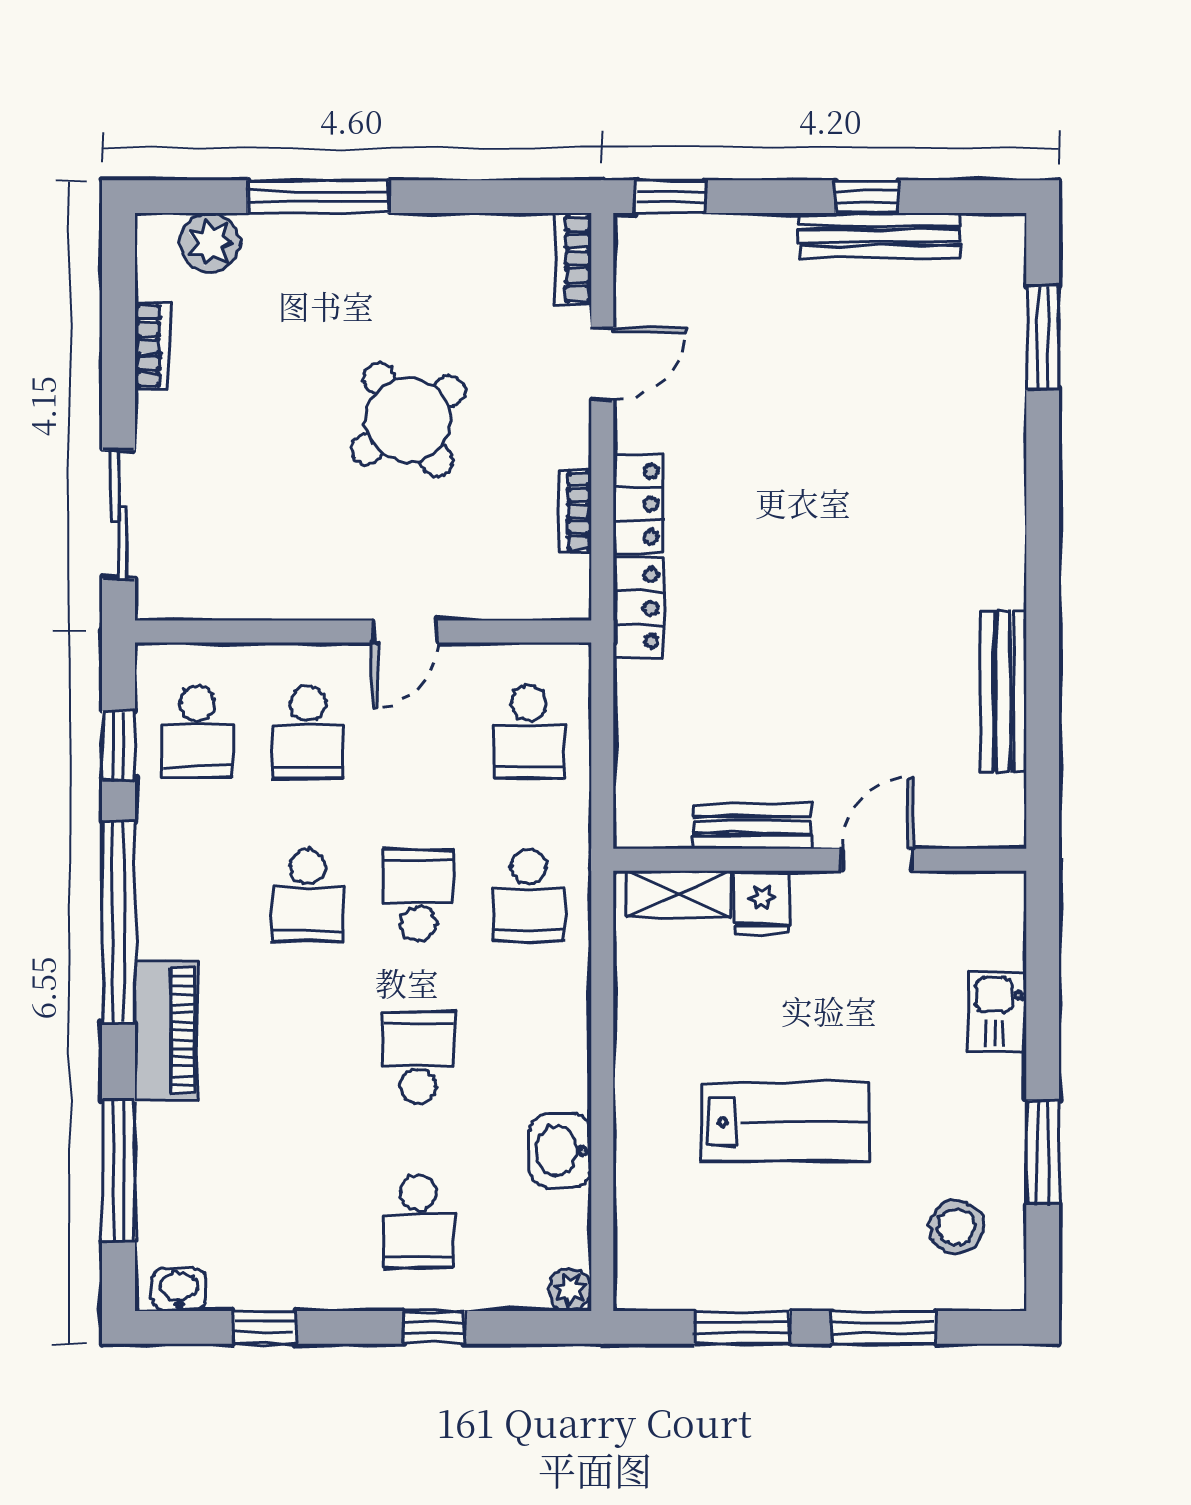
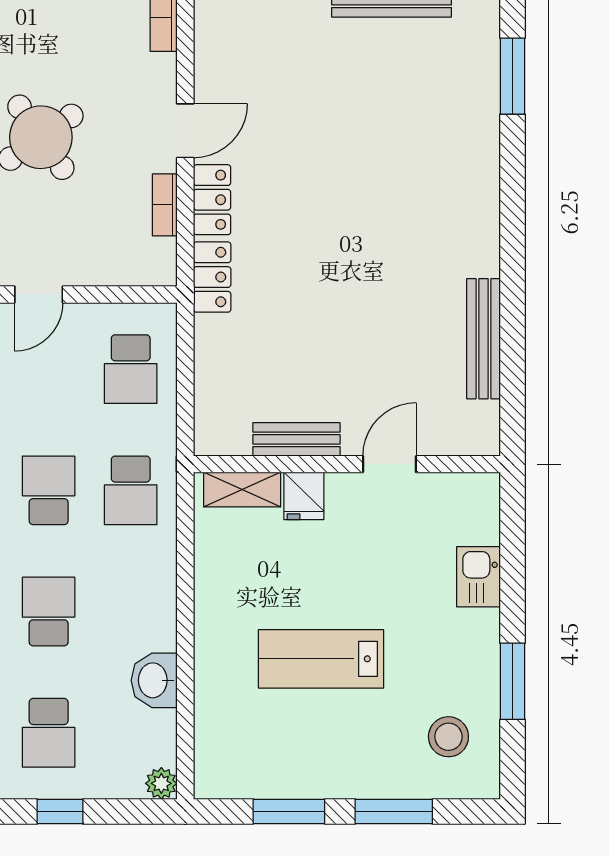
door: (602, 364) -> (185, 131), moved
lab bench: (785, 1122) -> (321, 659), turned 180

